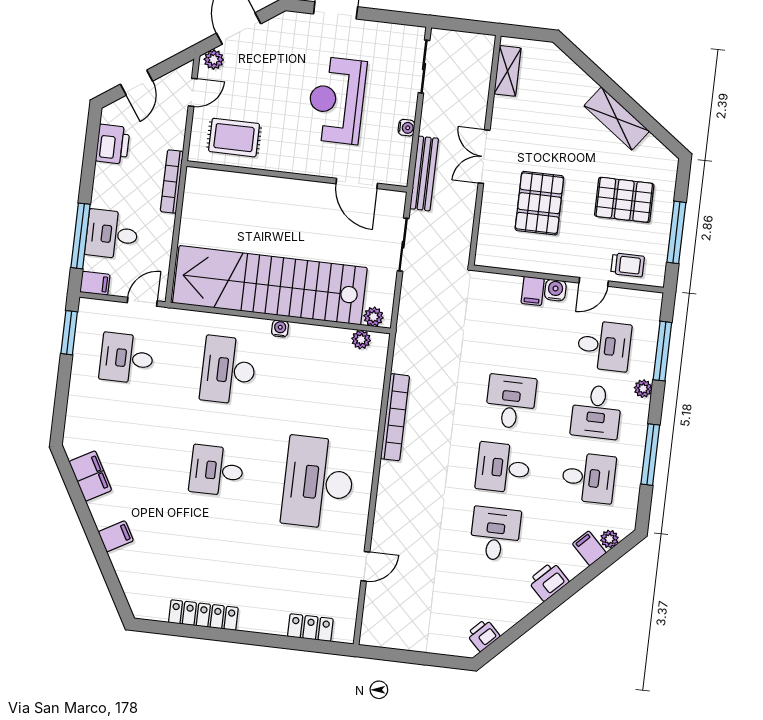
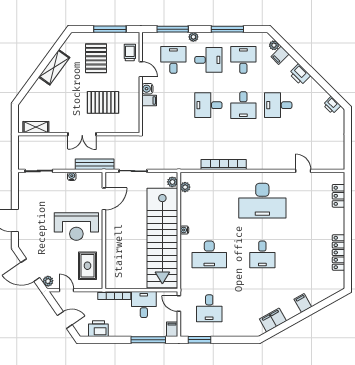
reception desk: (337, 100) -> (76, 227), moved
desk: (112, 234) -> (144, 304), moved, turned 180

